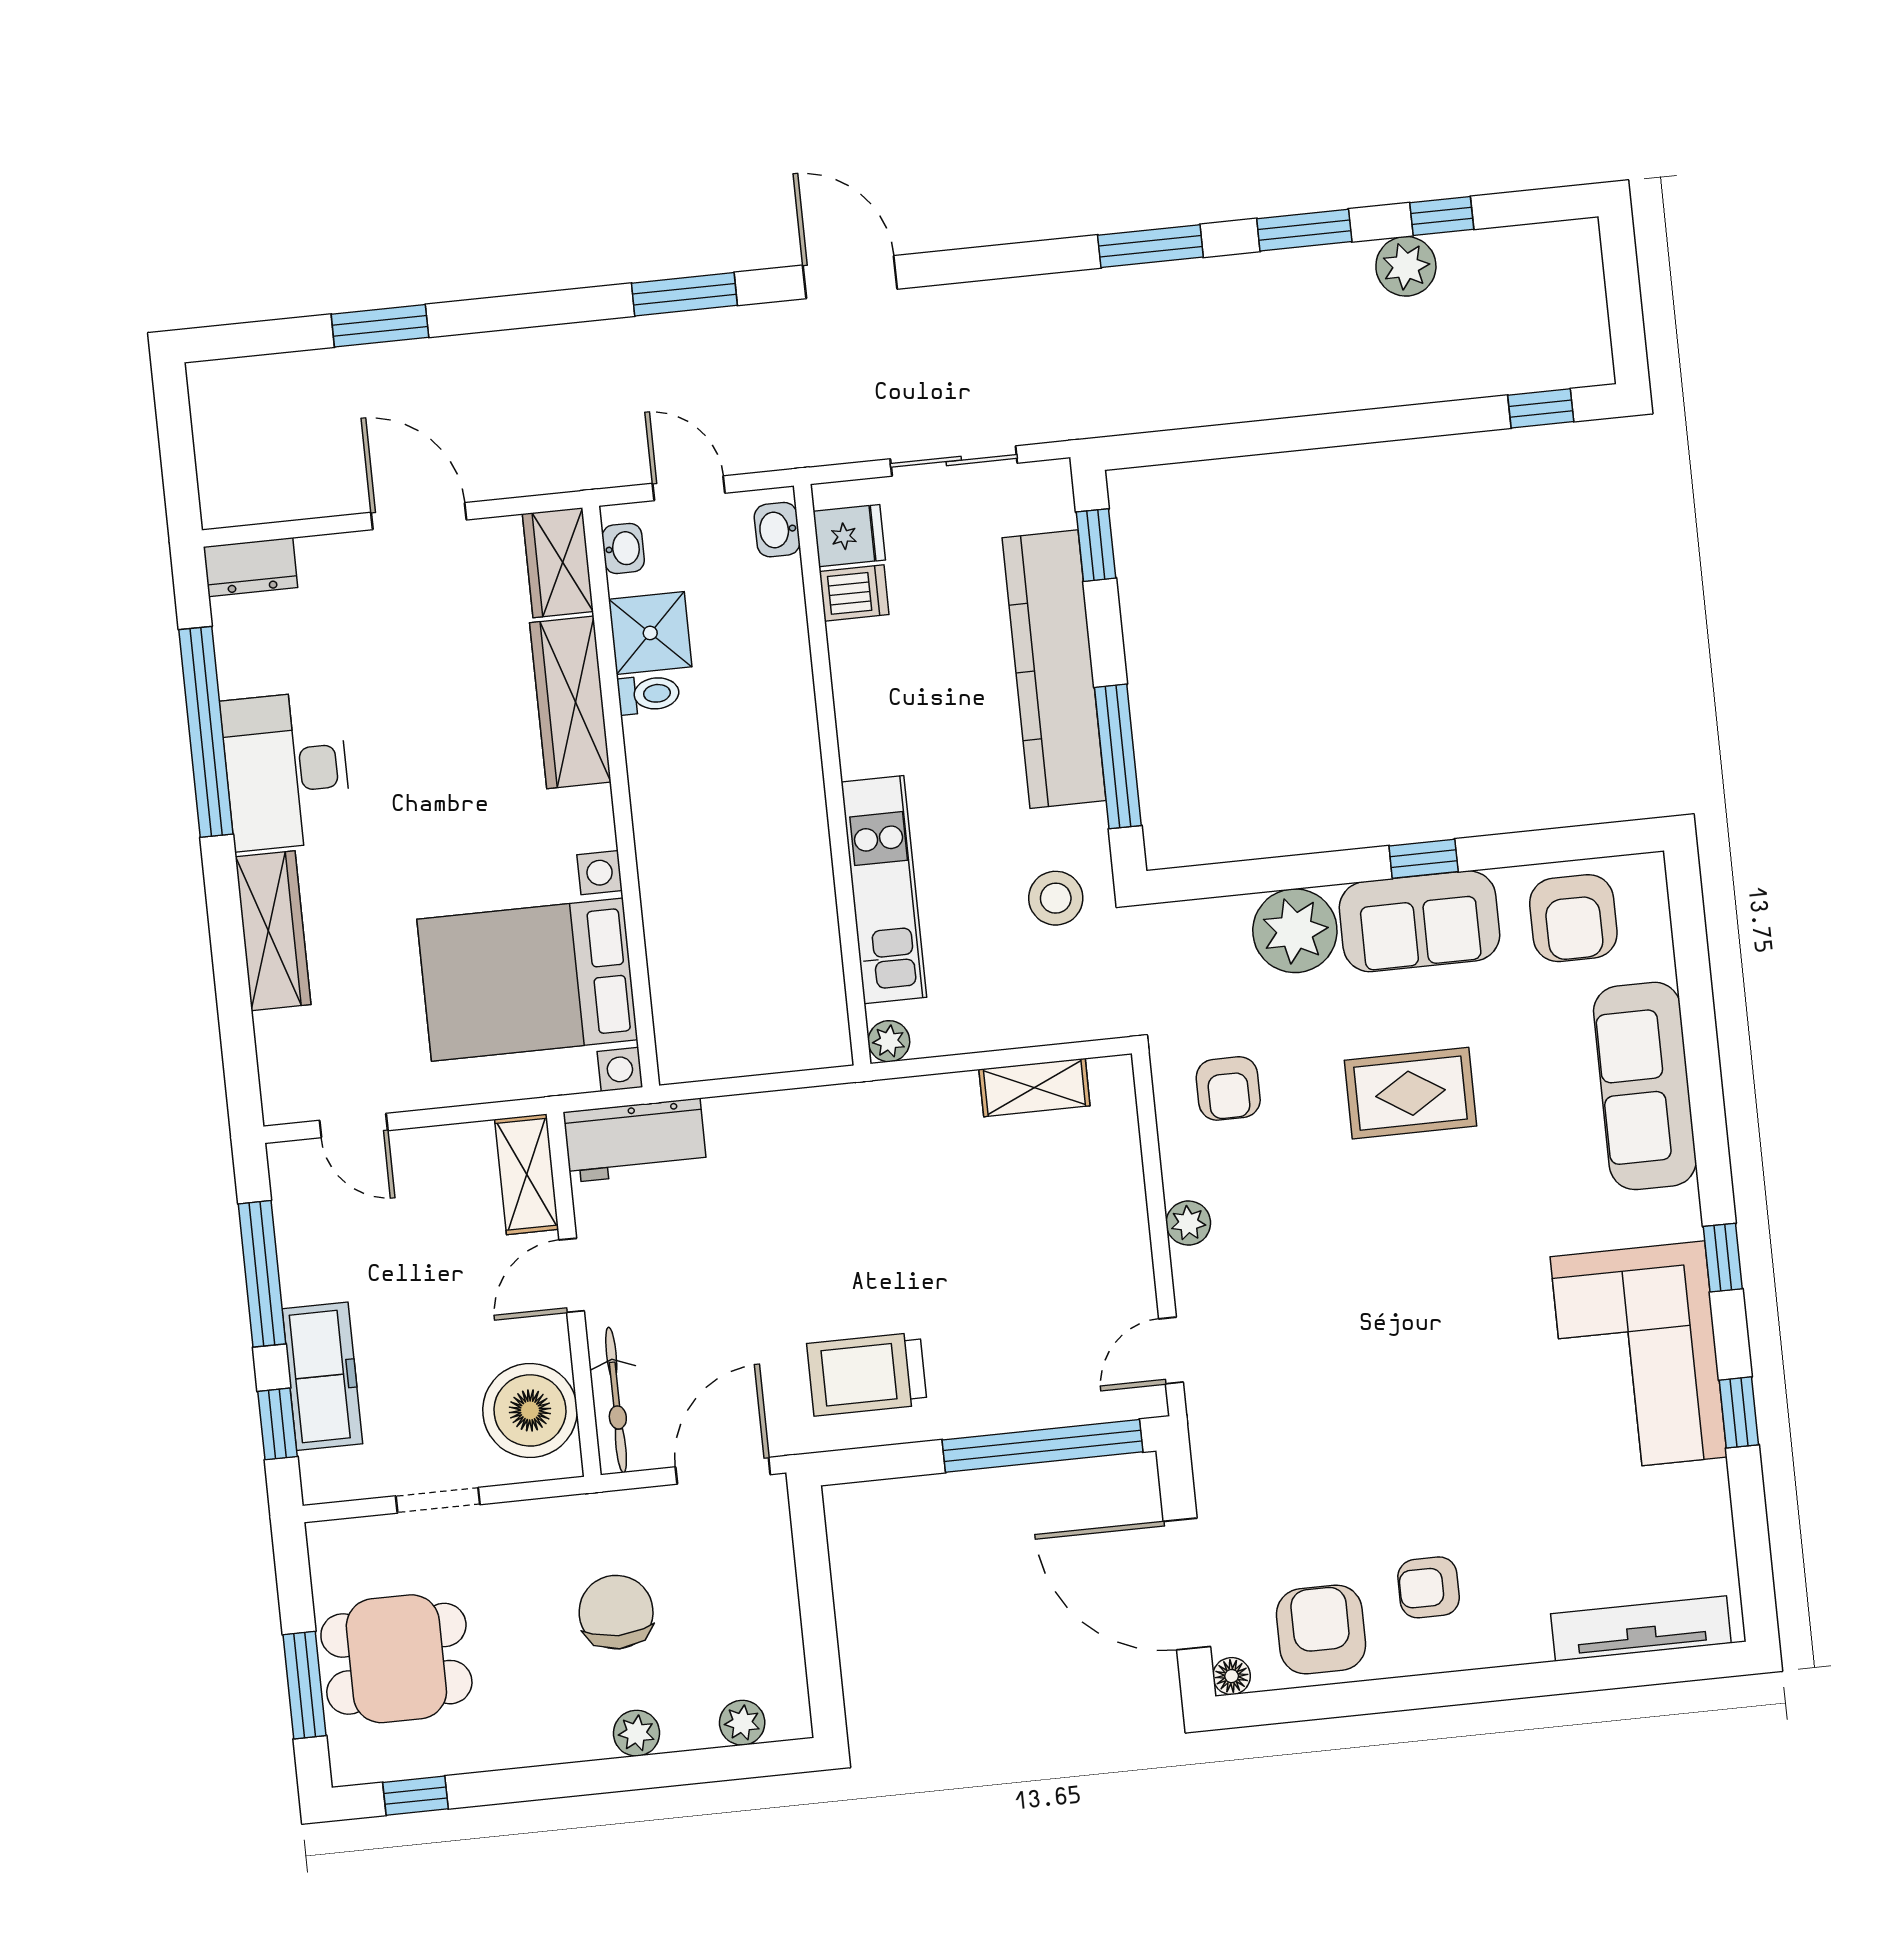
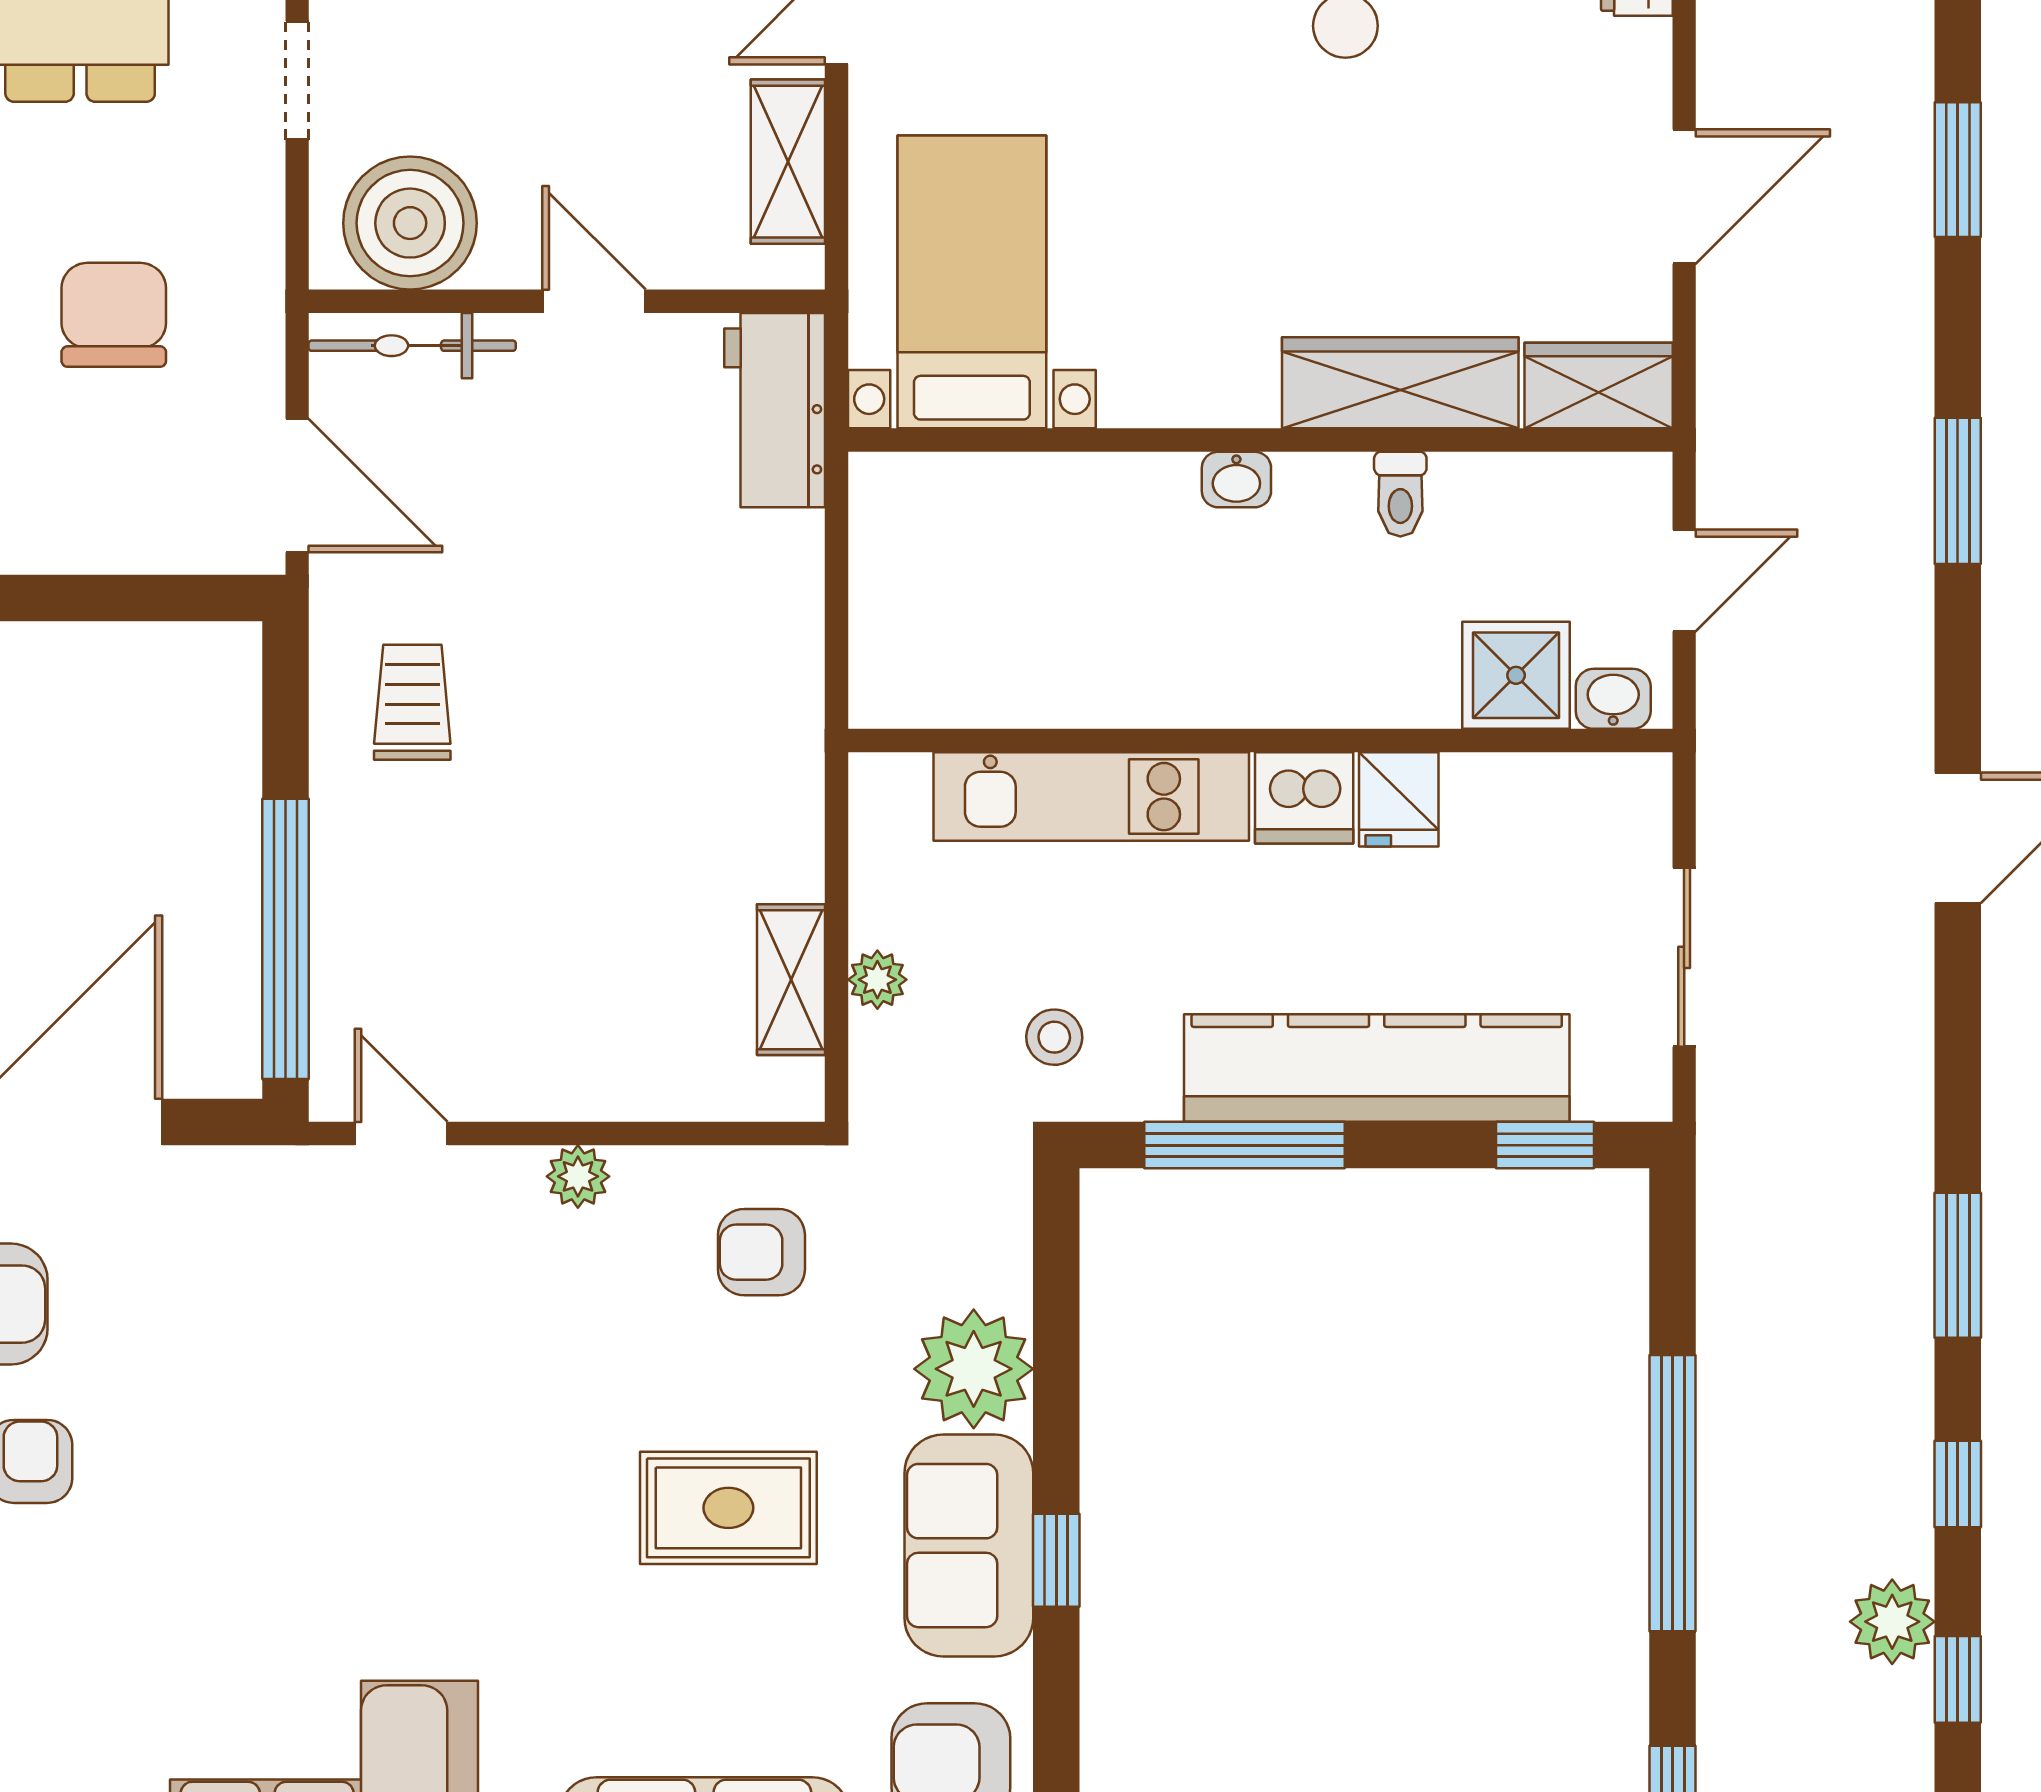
window: (1304, 230) -> (1958, 1484), width x0.67
window: (684, 294) -> (1958, 491), moved
window: (1331, 430) -> (1673, 1493), added
fridge: (849, 536) -> (1399, 799), moved
washbasin: (623, 548) -> (1236, 480), moved
dishwasher: (854, 593) -> (1304, 798), moved, width x1.38
shower: (650, 633) -> (1516, 675), moved
stool: (1056, 898) -> (1054, 1037), width x0.73, depth x0.73
bed with nightstands: (527, 980) -> (972, 282), width x0.73
plant: (889, 1041) -> (877, 980), moved
rug: (1411, 1093) -> (728, 1508), turned 90
shelving: (527, 1174) -> (788, 162), moved, turned 90
trolley: (867, 1374) -> (412, 702), width x0.73, depth x0.72
chair: (616, 1612) -> (114, 315), turned -90

